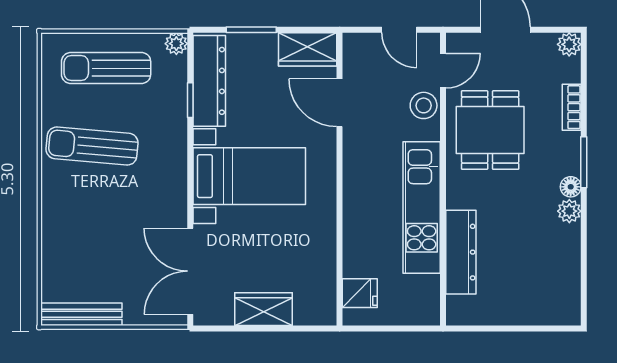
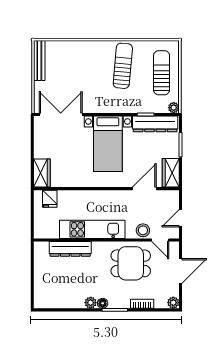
wardrobe: (264, 309) -> (42, 173), moved

